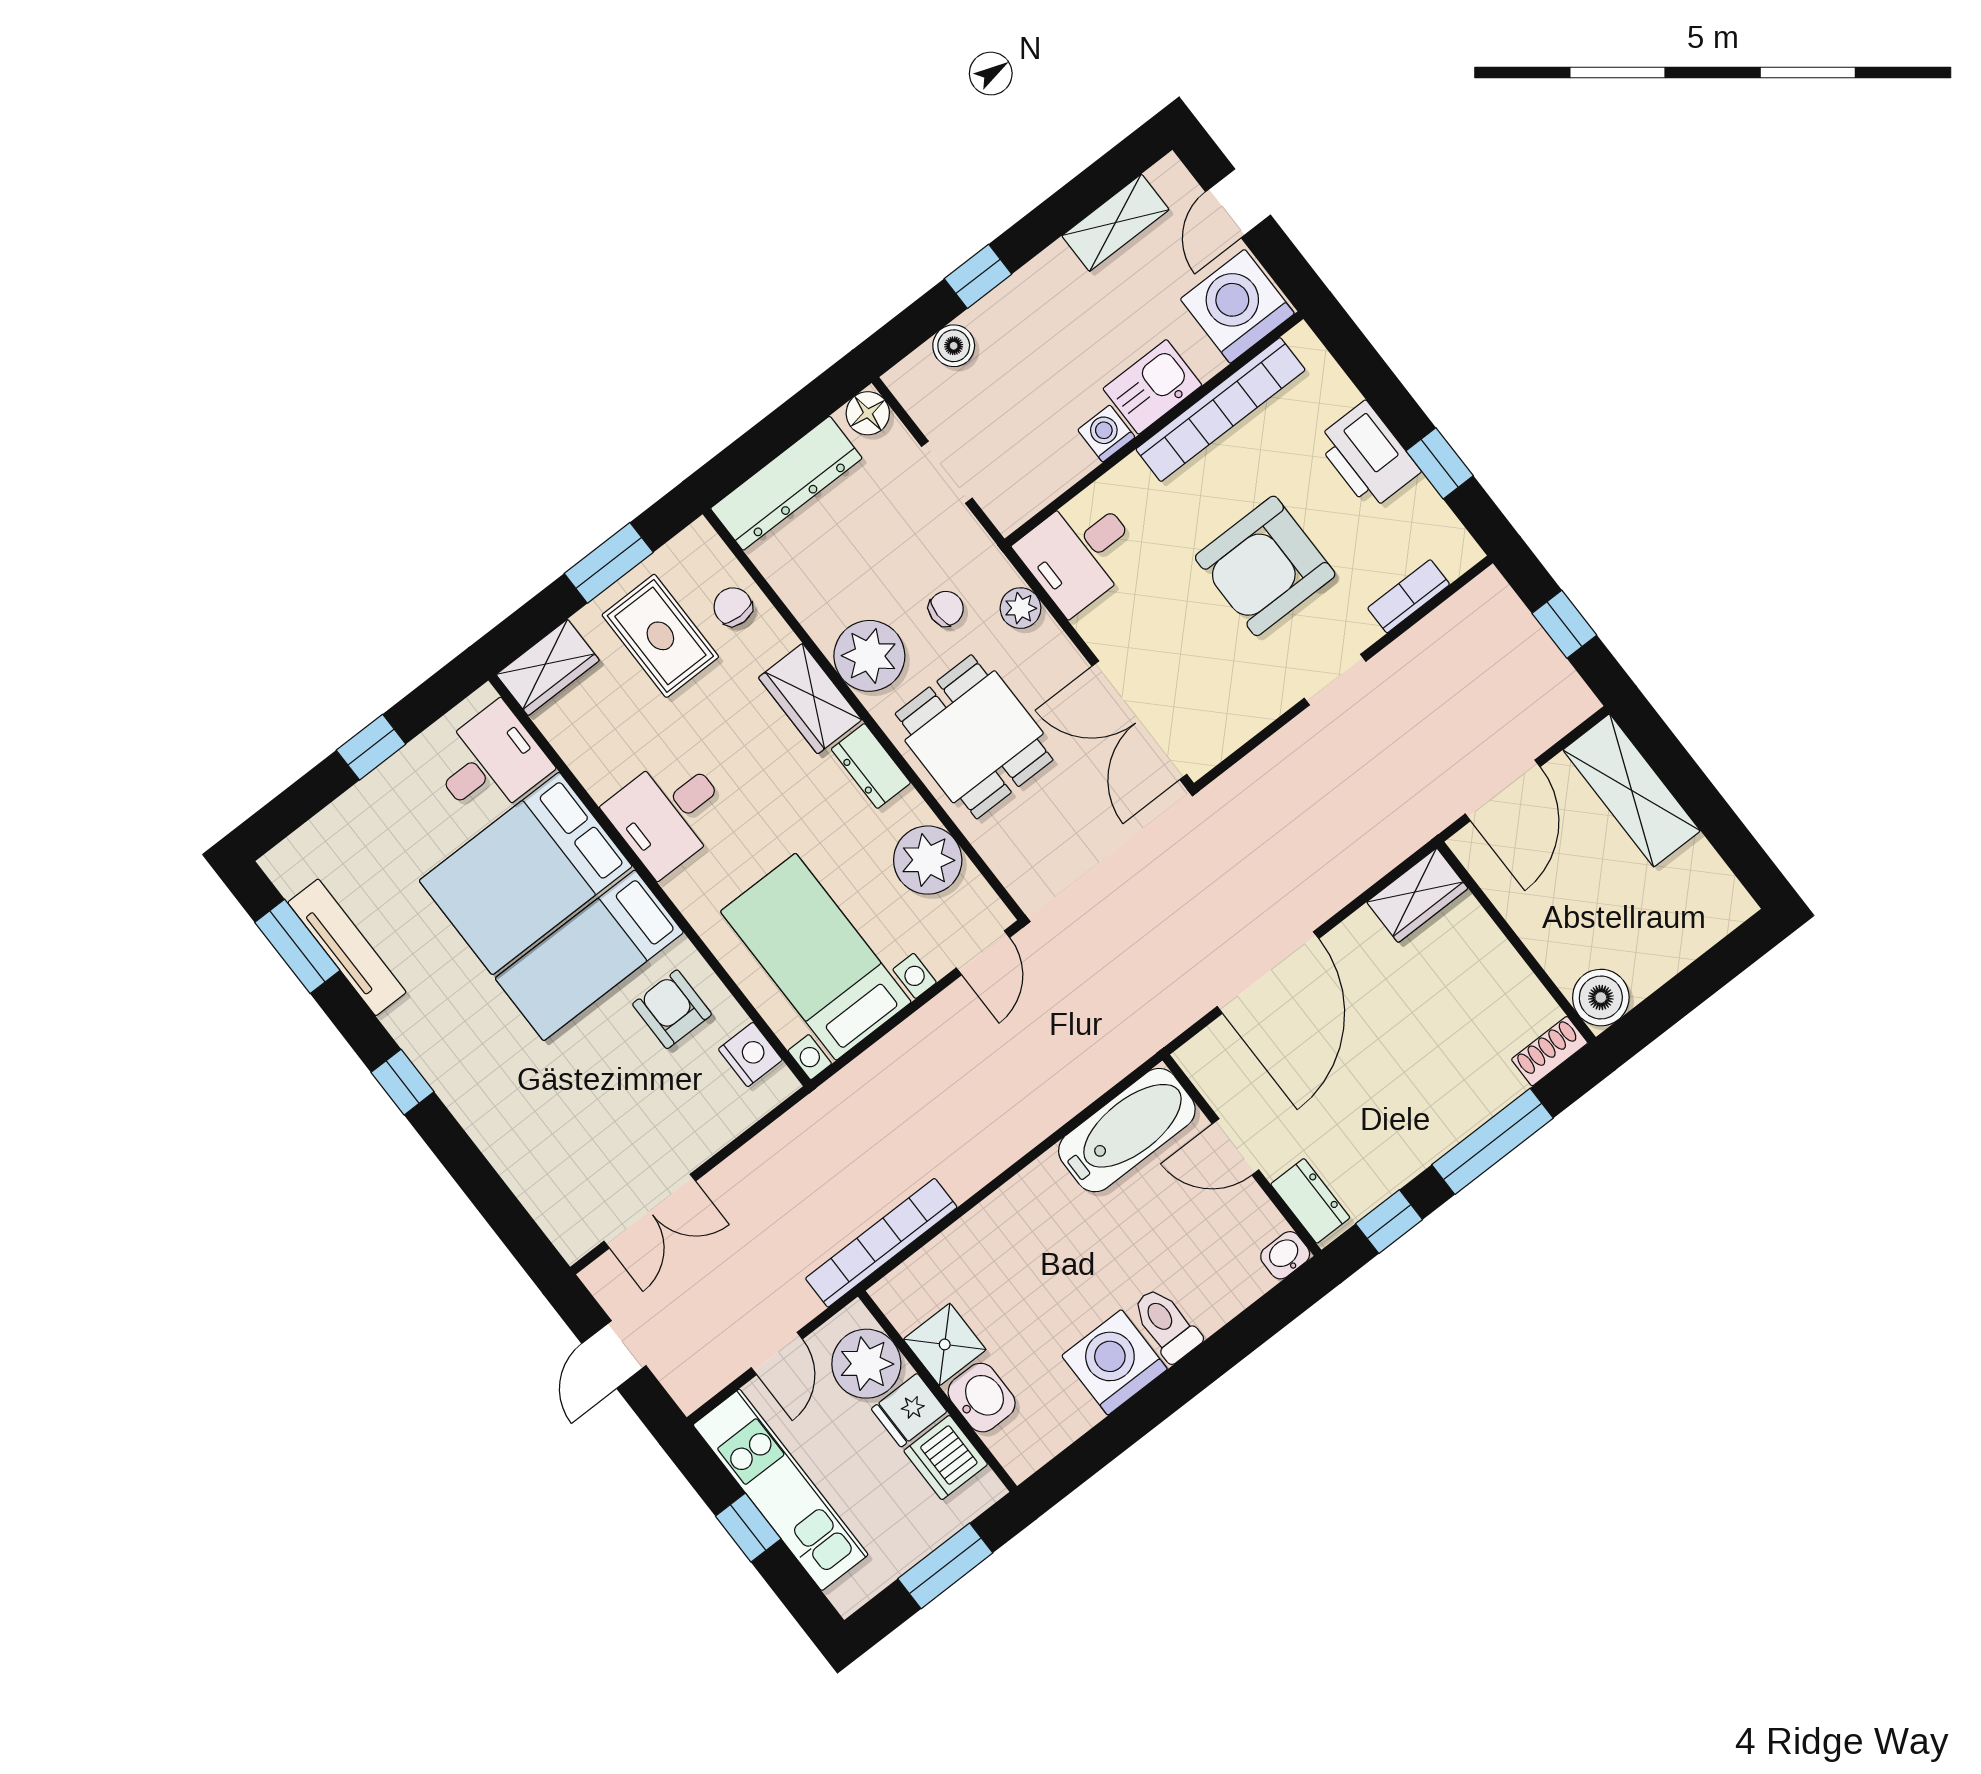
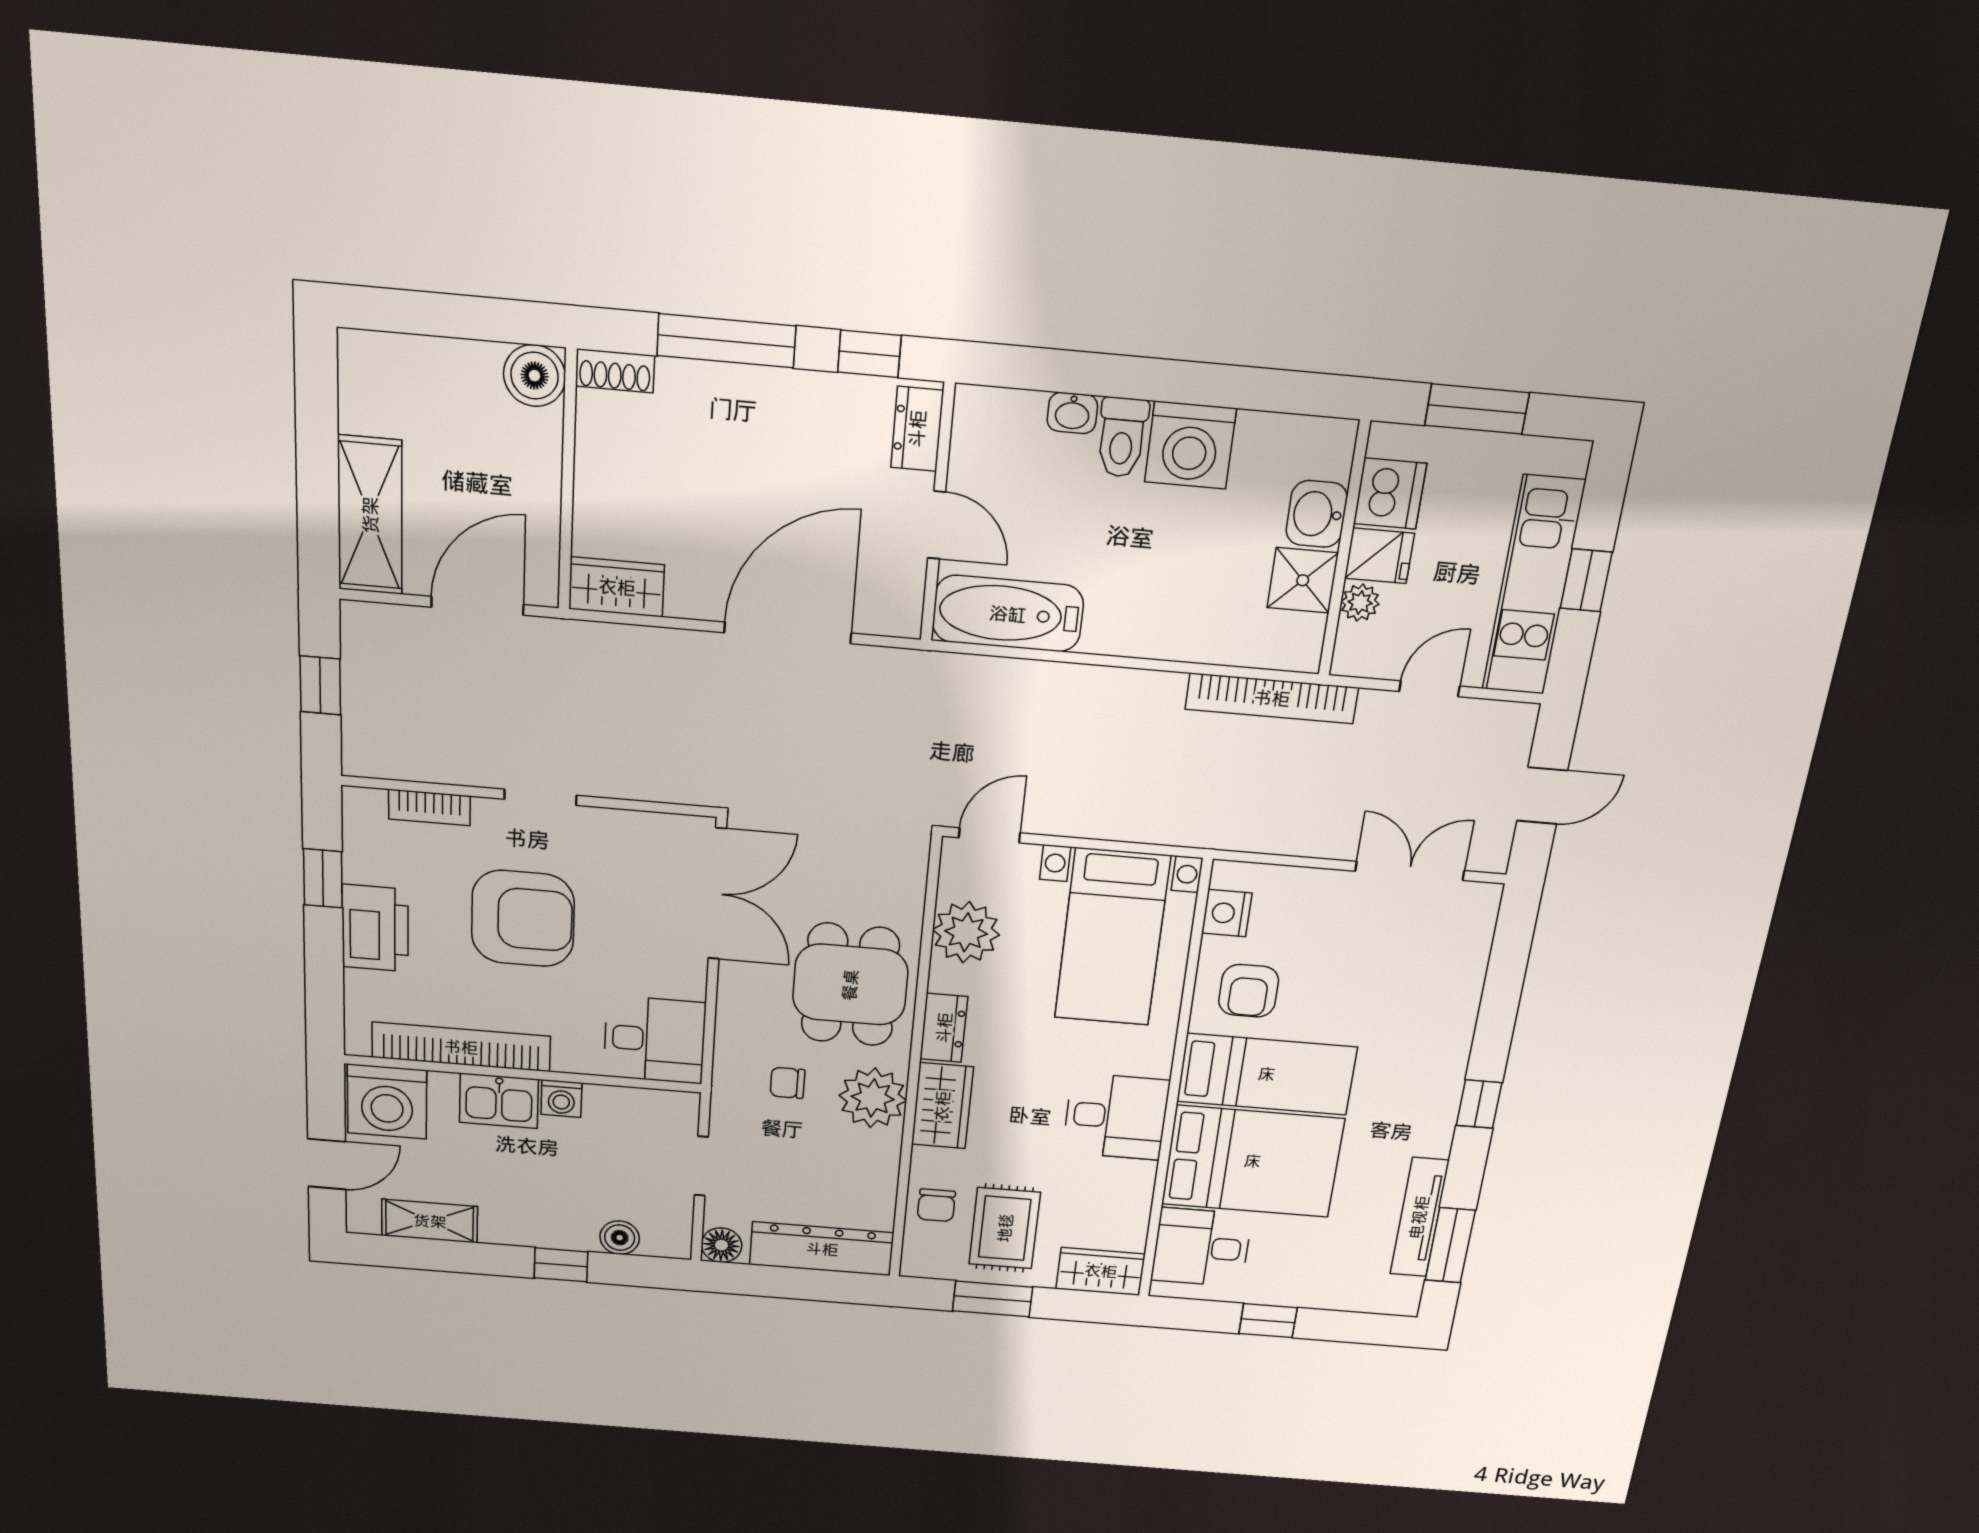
plant: (1021, 608) -> (733, 1039), removed
washbasin: (1285, 1255) -> (1072, 413), moved
plant: (866, 1364) -> (1360, 603), width x0.53, depth x0.53

